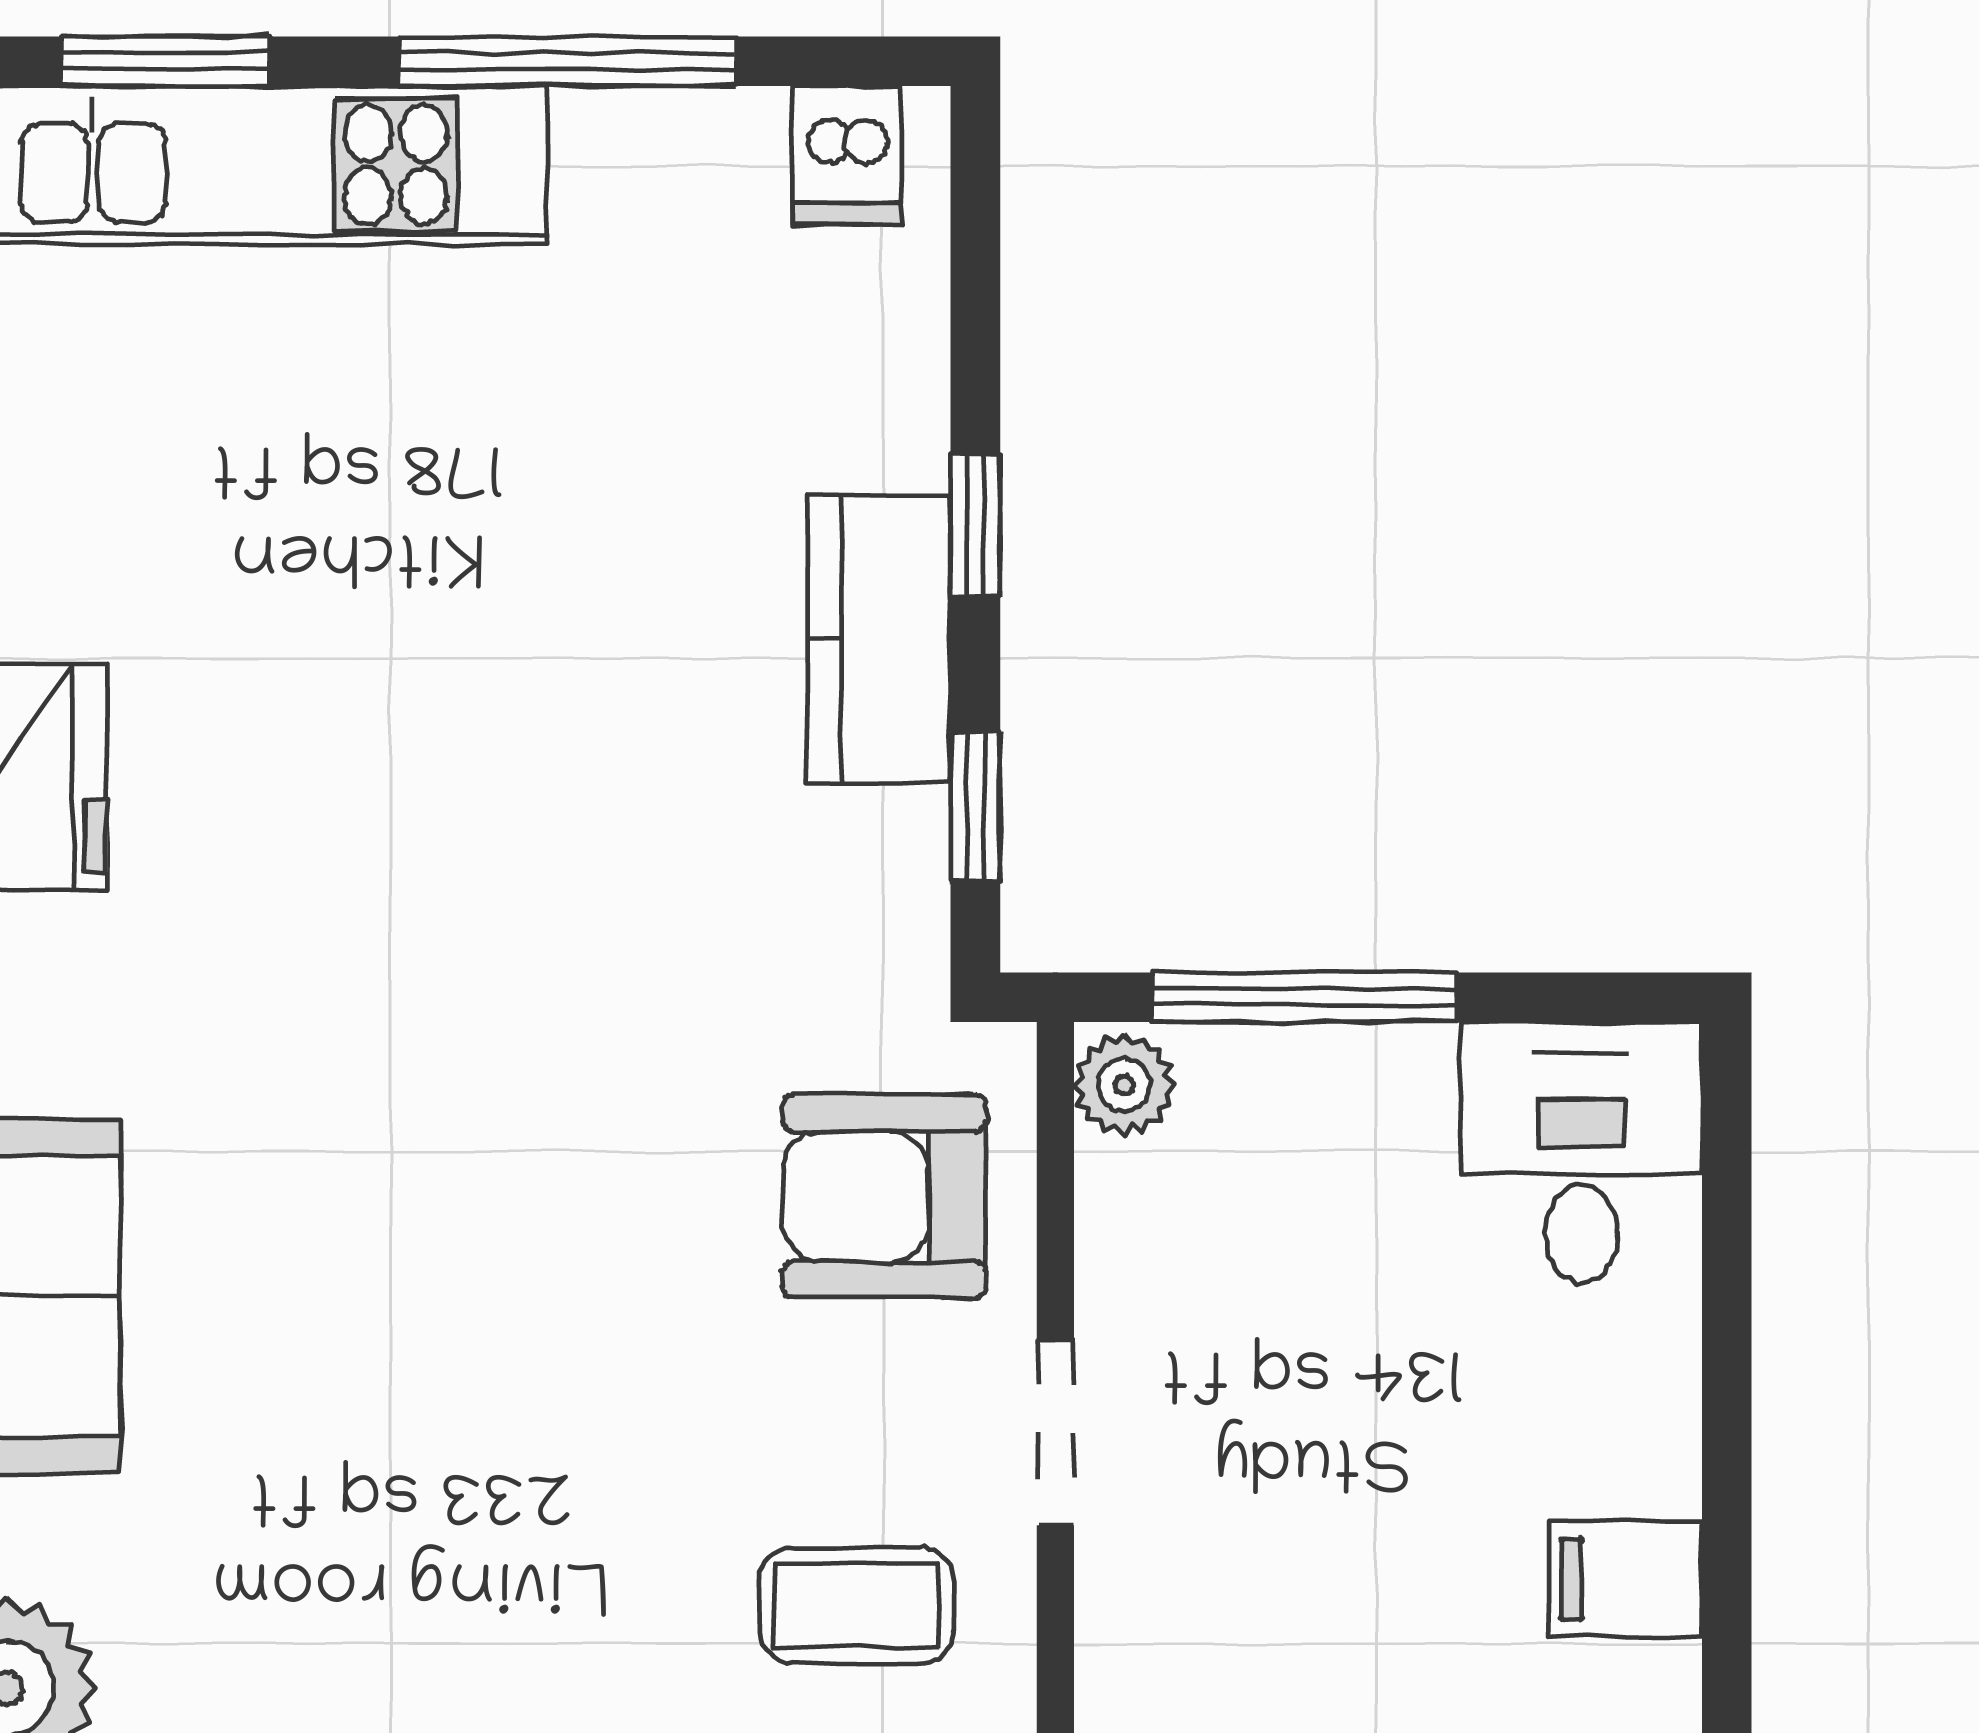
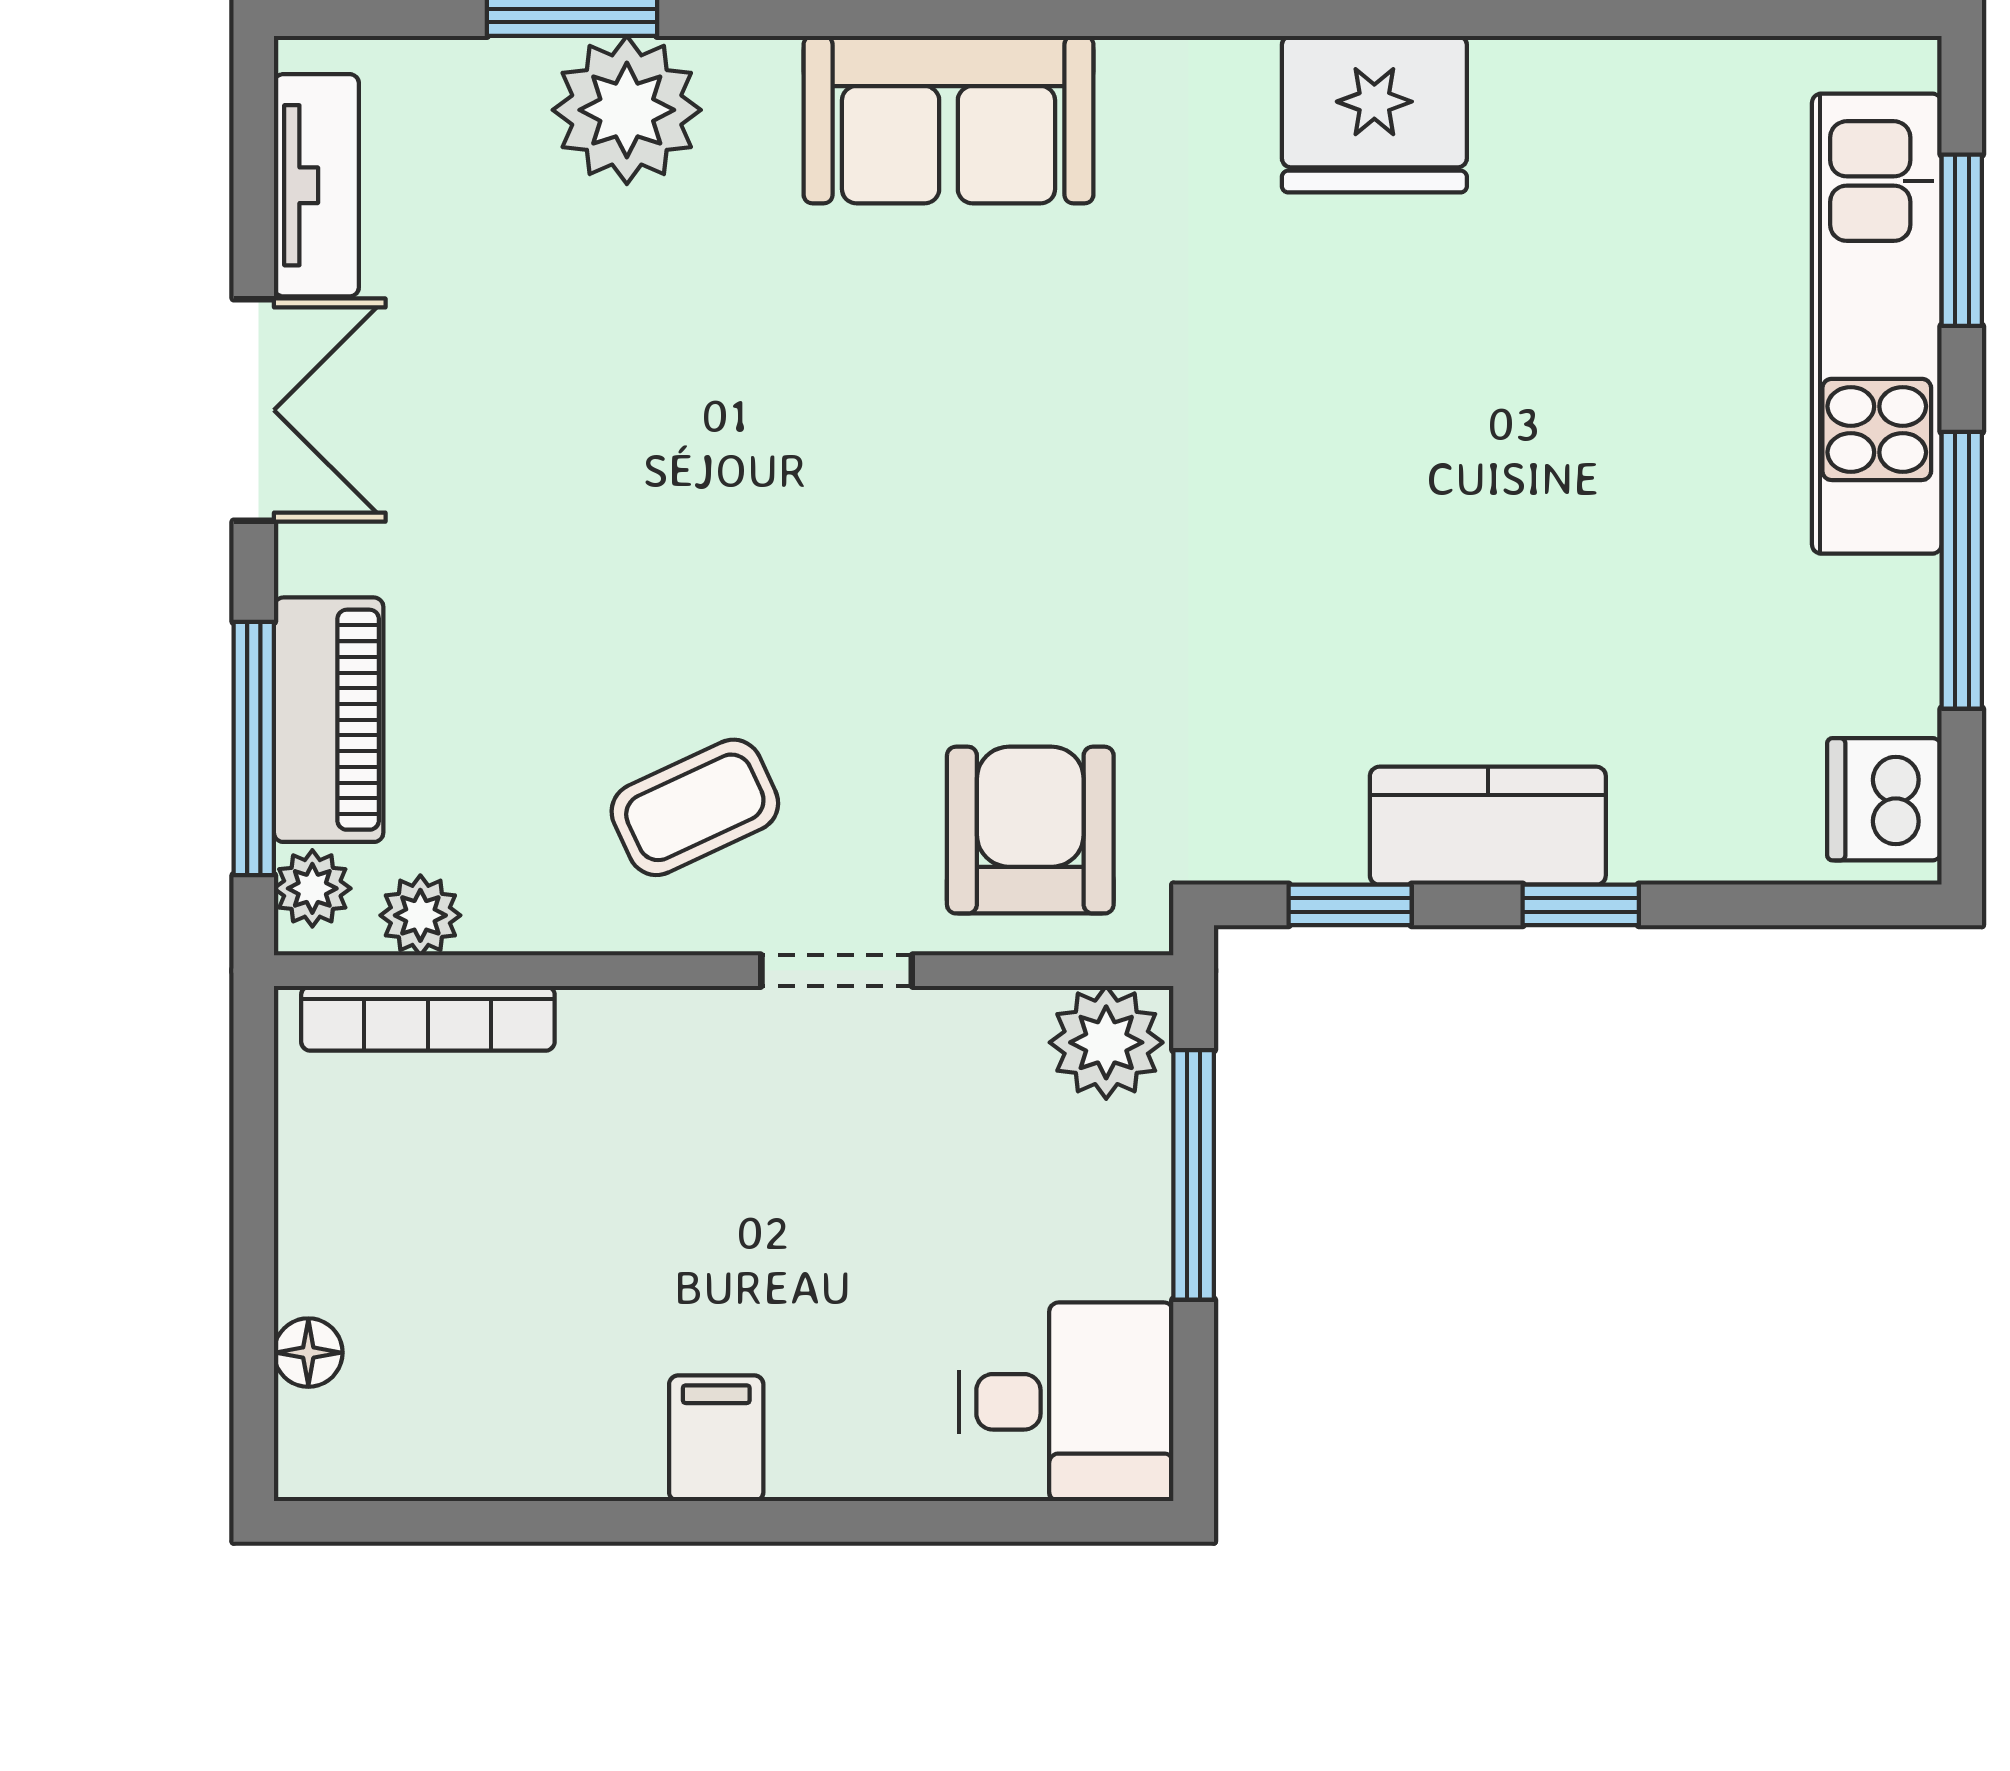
dishwasher: (847, 156) -> (1884, 799), width x1.38
plant: (1124, 1085) -> (1106, 1042), width x1.38, depth x1.38
coffee table: (856, 1605) -> (695, 807), turned 65

